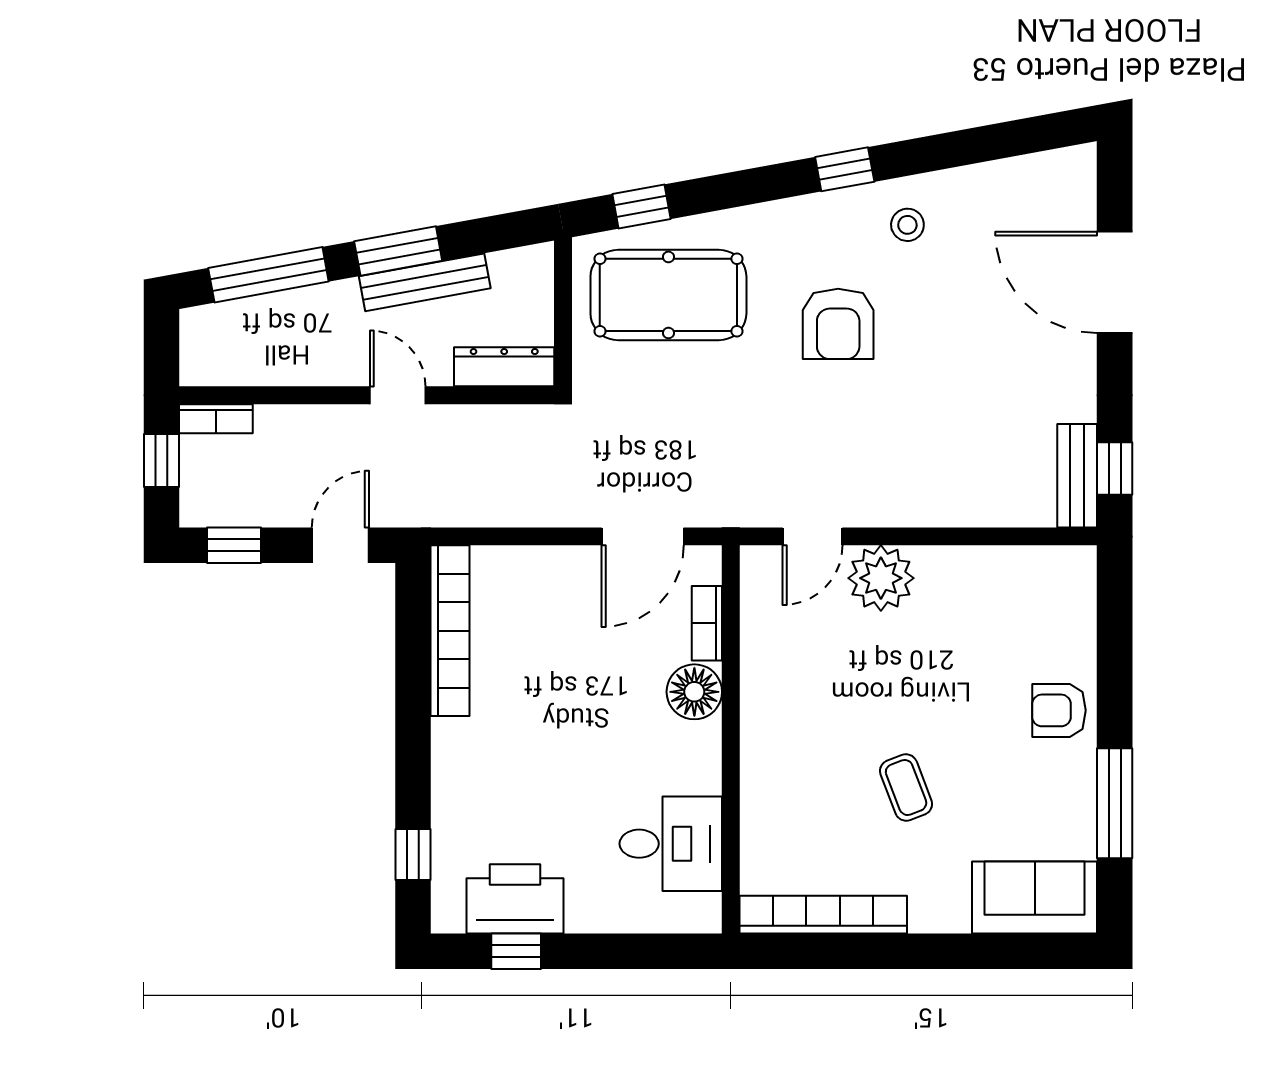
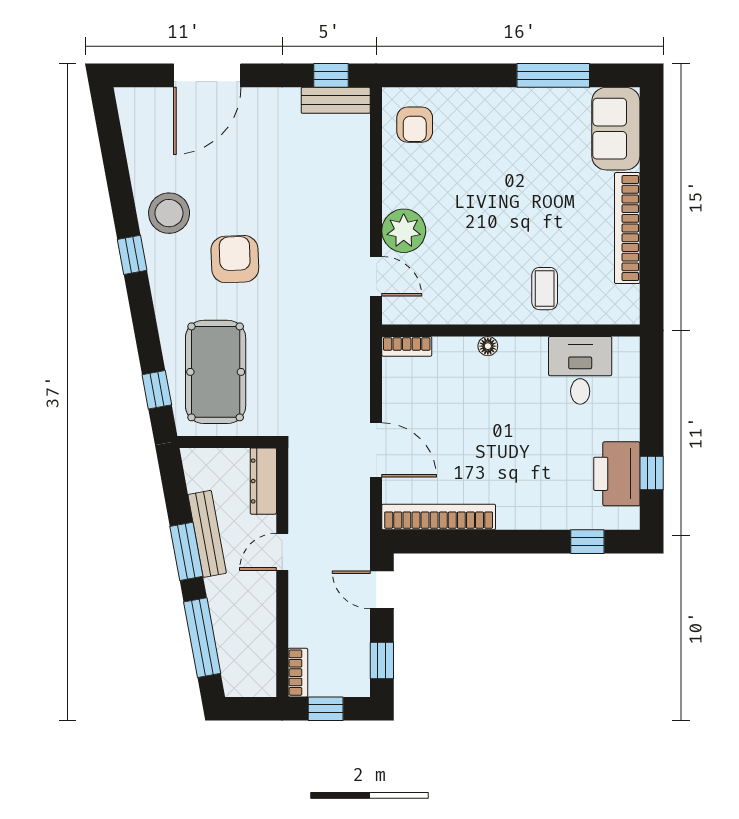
stool: (907, 225) -> (169, 213), width x1.89, depth x1.89
armchair: (838, 324) -> (235, 259), turned -92
door: (643, 536) -> (376, 450), moved
bookcase: (707, 623) -> (407, 346), moved
floor lamp: (694, 692) -> (488, 346), width x0.53, depth x0.53
armchair: (1059, 710) -> (415, 125), moved
coffee table: (906, 787) -> (545, 289), moved, turned -69
bookcase: (823, 915) -> (627, 228), moved

